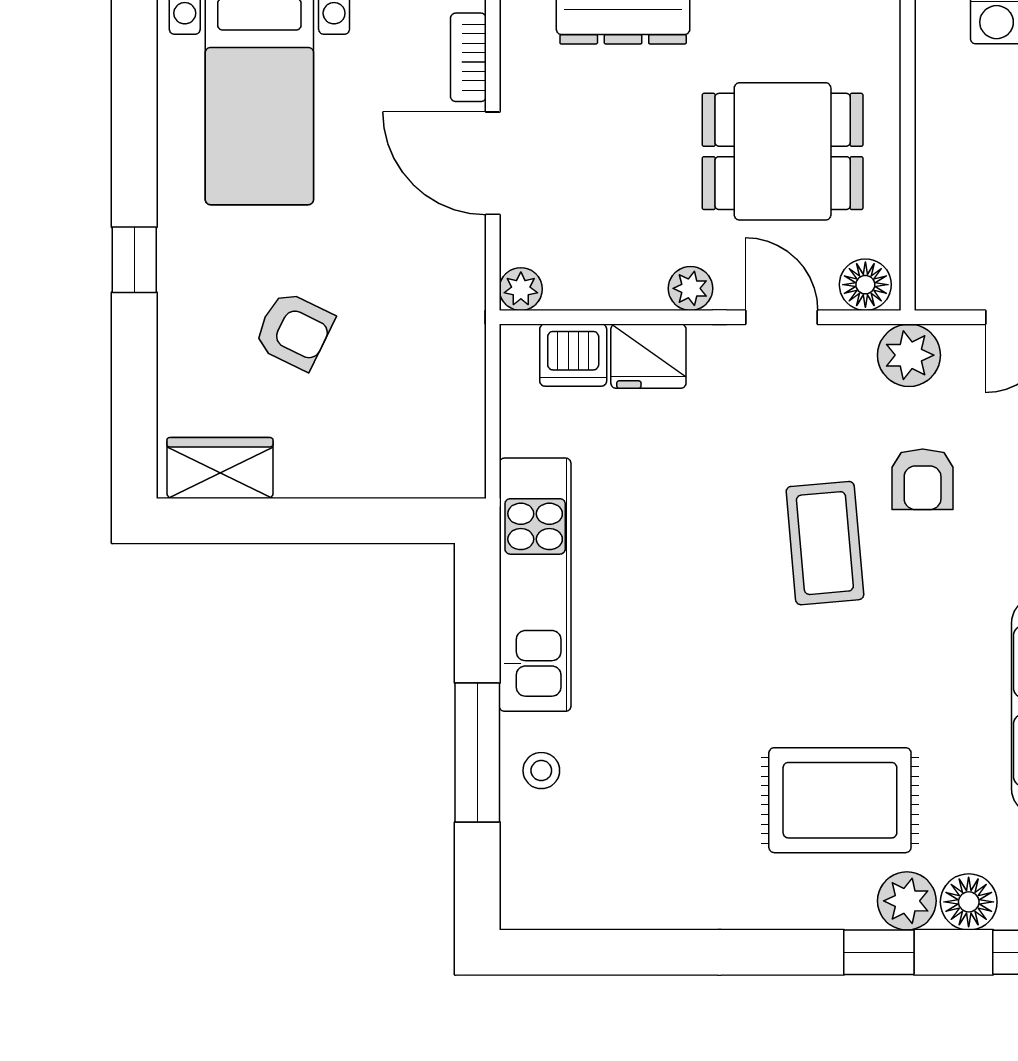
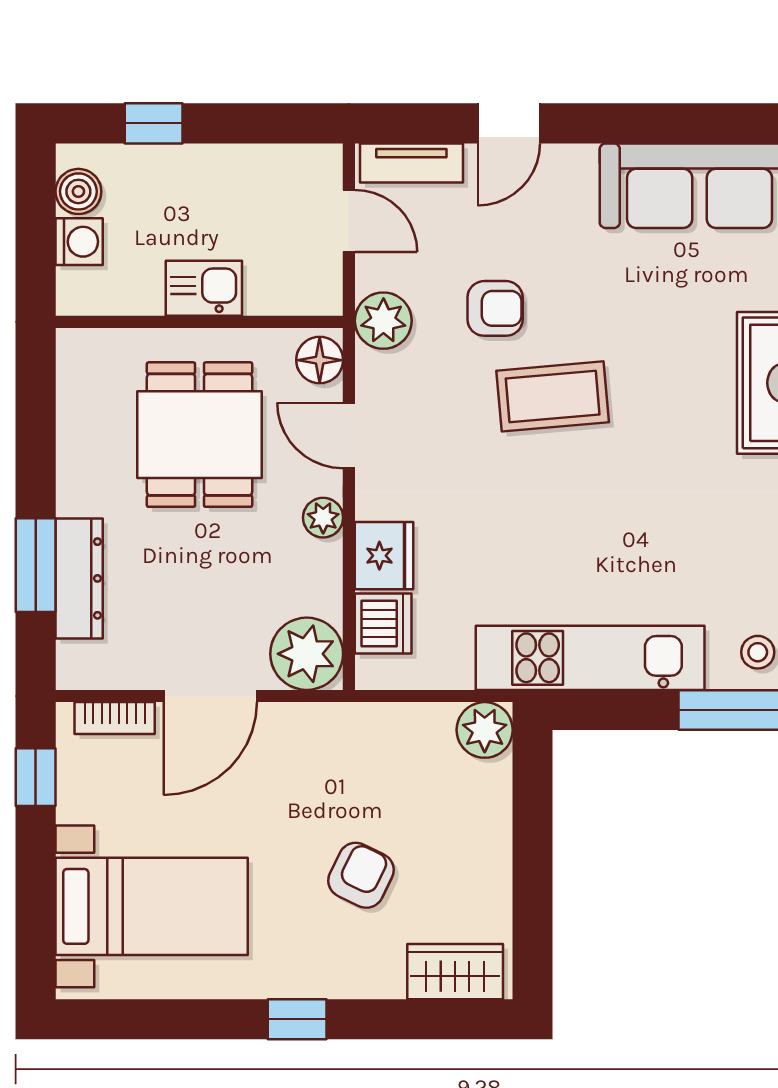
kitchen sink: (945, 156) -> (204, 288), added
plant: (521, 289) -> (307, 654), width x1.88, depth x1.88
door: (782, 317) -> (349, 436), hinge flipped
wardrobe: (220, 468) -> (455, 972), moved, turned 90
plant: (455, 468) -> (485, 730), added

